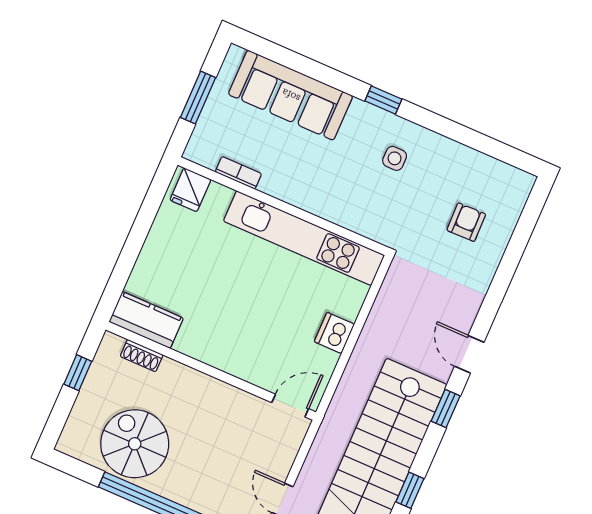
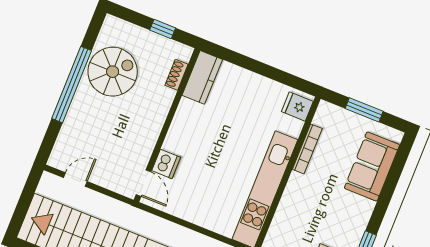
sofa: (291, 95) -> (372, 166), width x0.73
bookcase: (238, 173) -> (307, 149), width x1.56
dishwasher: (334, 333) -> (166, 164), moved, turned 90

